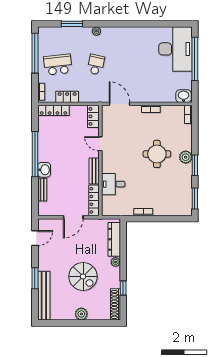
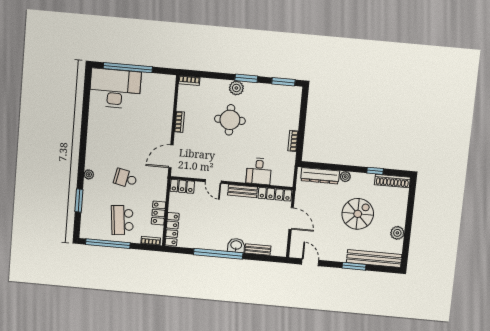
washbasin: (184, 96) -> (168, 84), removed
door: (100, 144) -> (213, 181), hinge flipped
plant: (81, 314) -> (397, 233), moved

